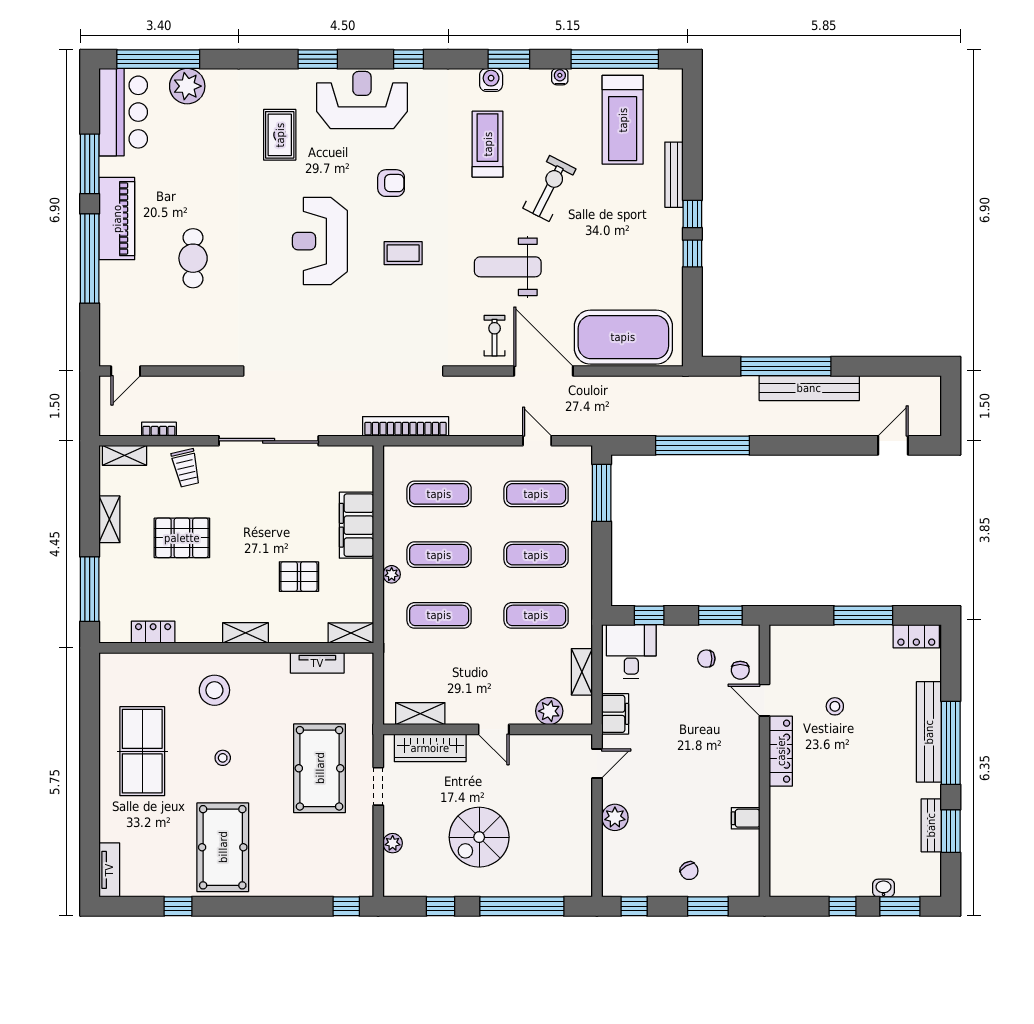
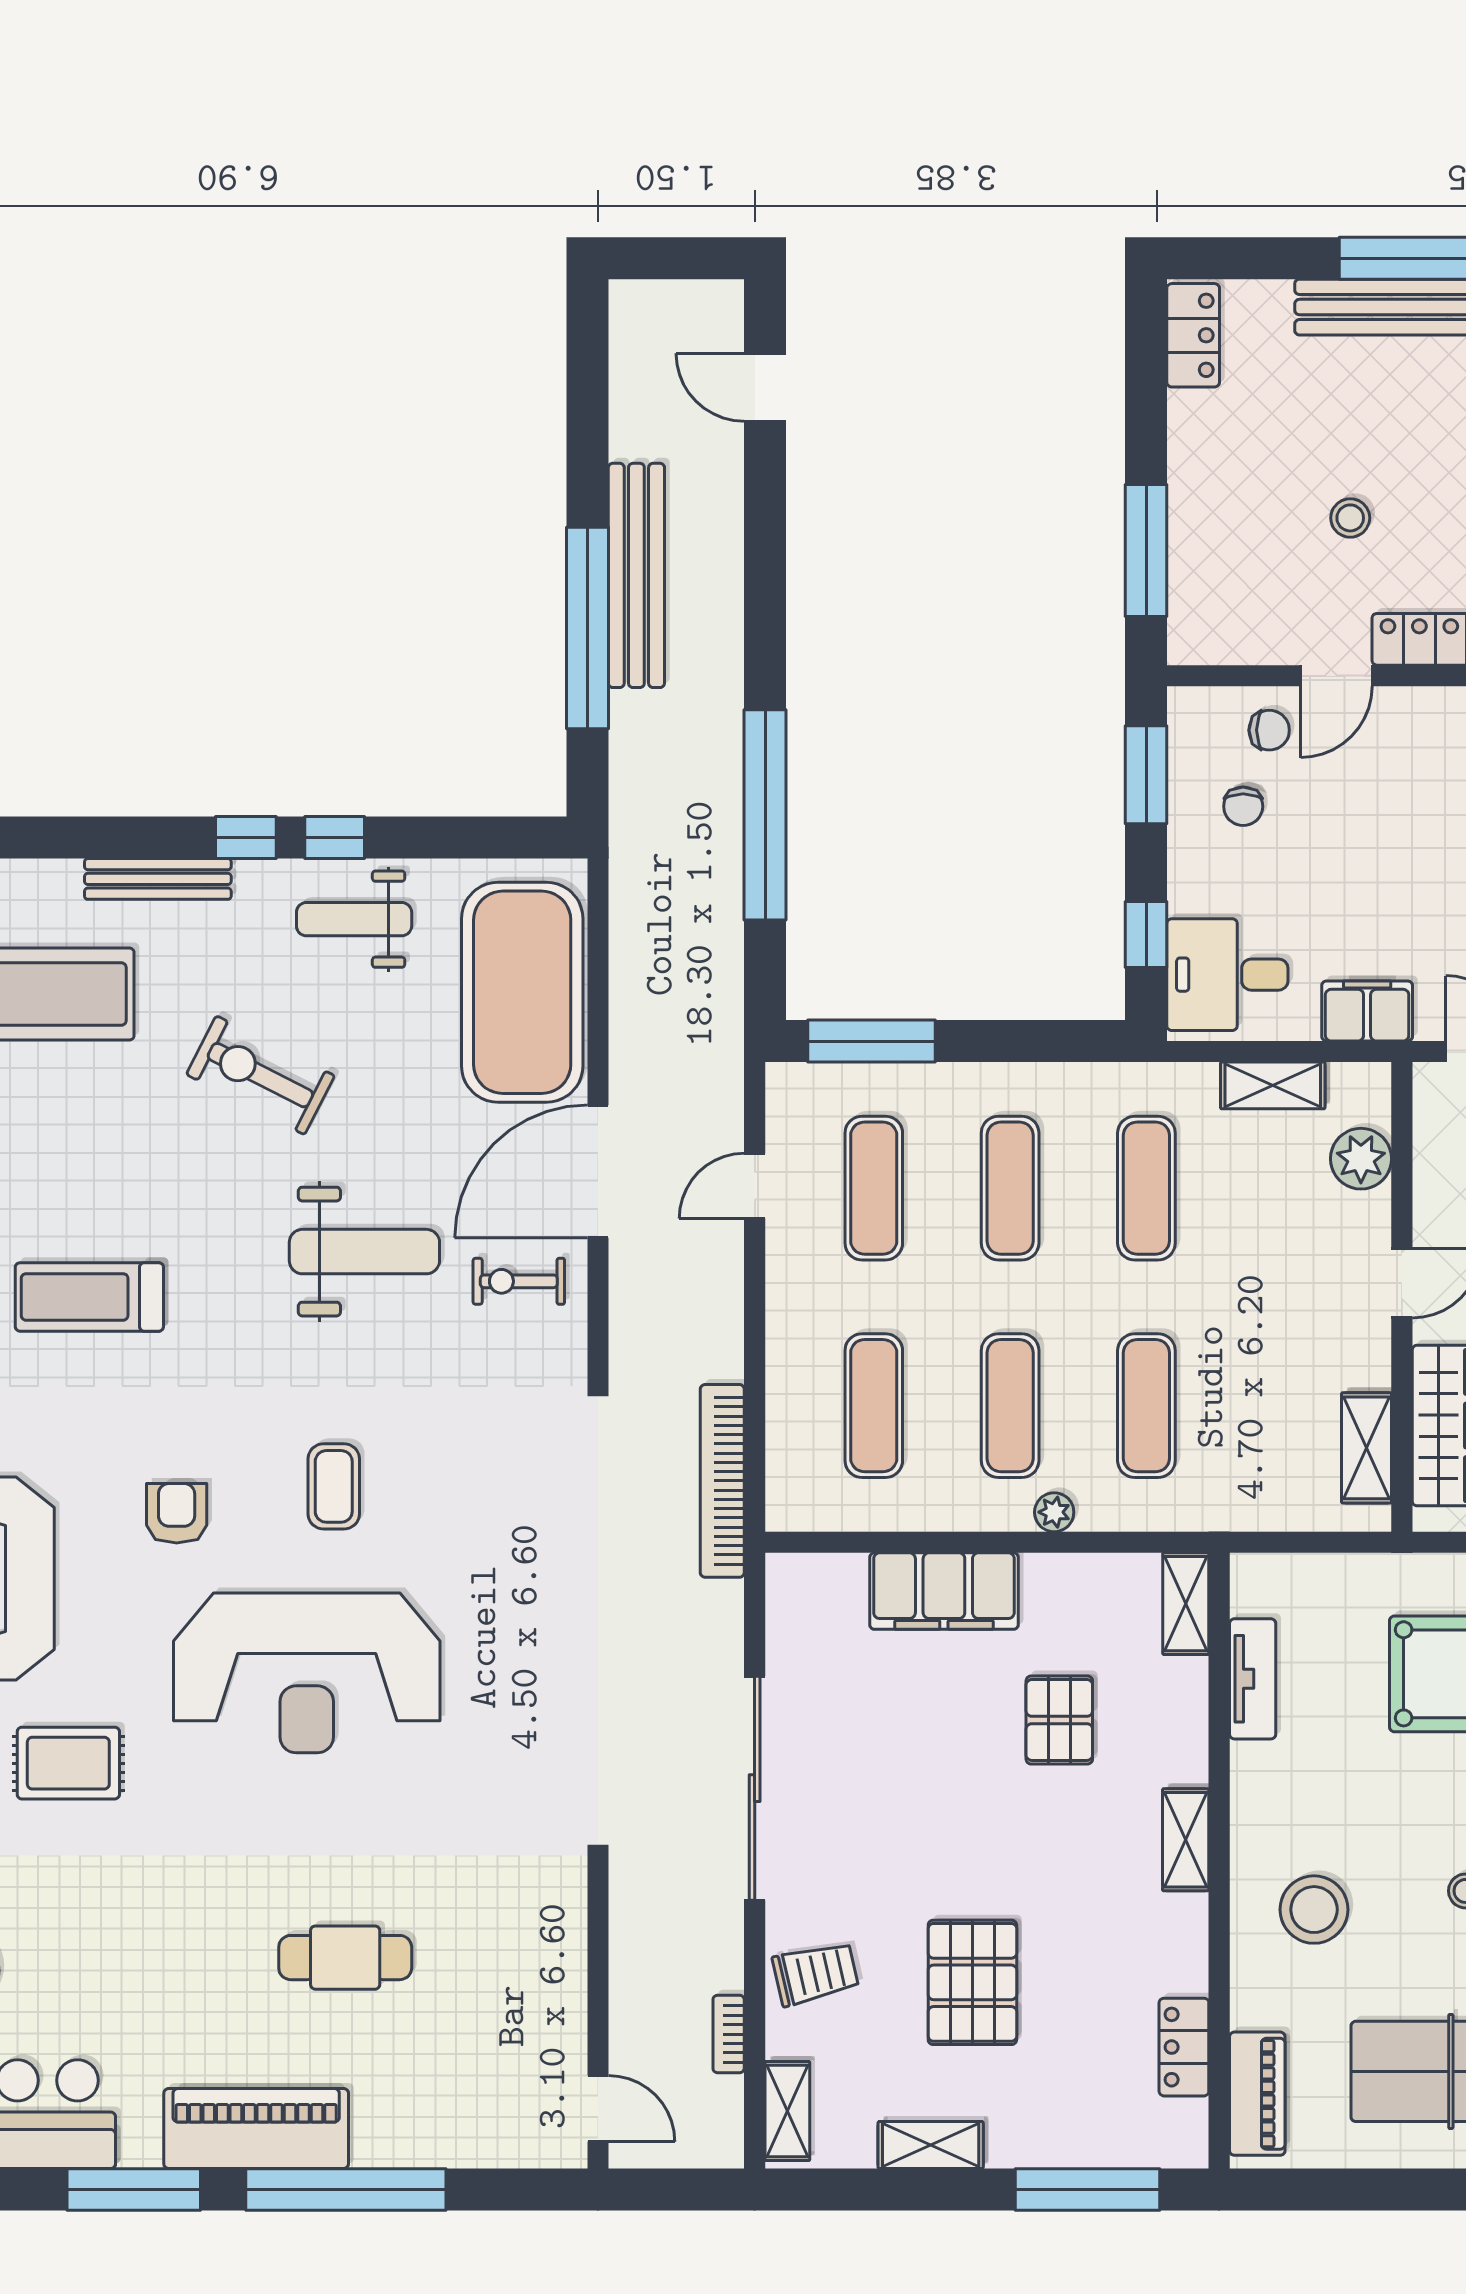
exercise bike: (549, 188) -> (260, 1075), moved
reception desk: (320, 241) -> (307, 1673), width x1.36, depth x1.30
weight bench: (656, 262) -> (354, 919), added
weight bench: (508, 267) -> (364, 1252), turned -90
window: (863, 615) -> (1146, 550), moved
piano: (132, 665) -> (1257, 2094), added

